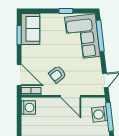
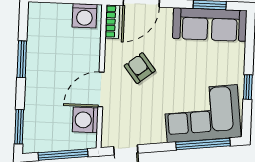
sofa: (31, 29) -> (210, 24), width x1.36
washing machine: (100, 114) -> (85, 120), moved, turned -83

